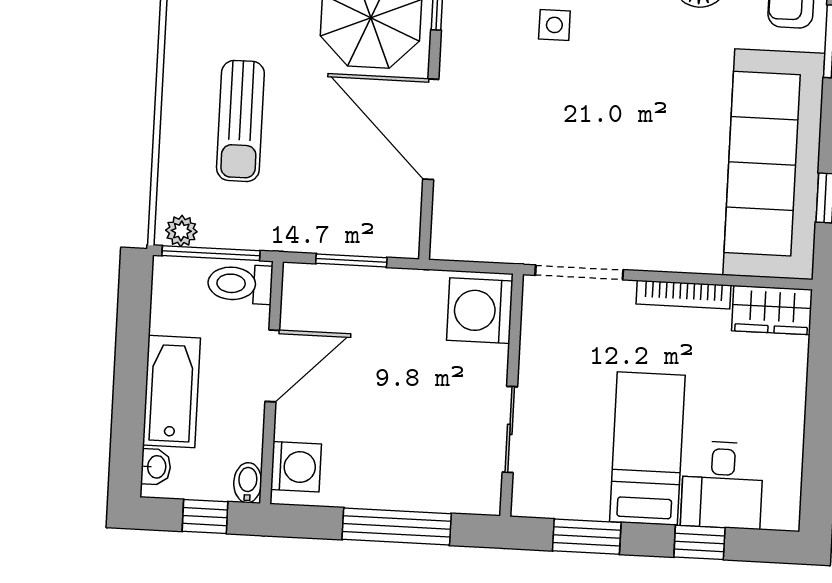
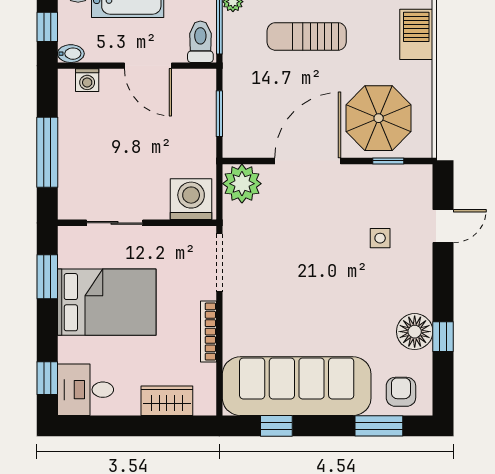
plant: (460, 232) -> (242, 184), added
wardrobe: (772, 310) -> (167, 401), moved, turned 90
bed: (647, 449) -> (107, 302), width x1.50
washing machine: (296, 467) -> (87, 80), width x0.73, depth x0.73
desk: (722, 485) -> (86, 390), moved
window: (699, 542) -> (47, 378), moved

